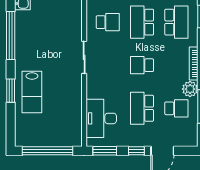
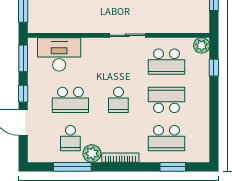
school desk: (108, 22) -> (167, 62), width x1.85
school desk: (142, 65) -> (118, 100), turned 180
school desk: (142, 108) -> (70, 100), turned 180

